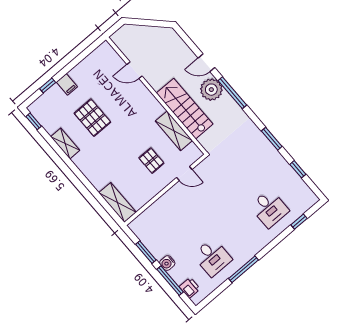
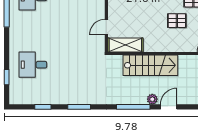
plant: (211, 90) -> (152, 99), width x0.53, depth x0.53
shelving: (174, 131) -> (125, 45), moved
pallet: (151, 161) -> (177, 21), moved

